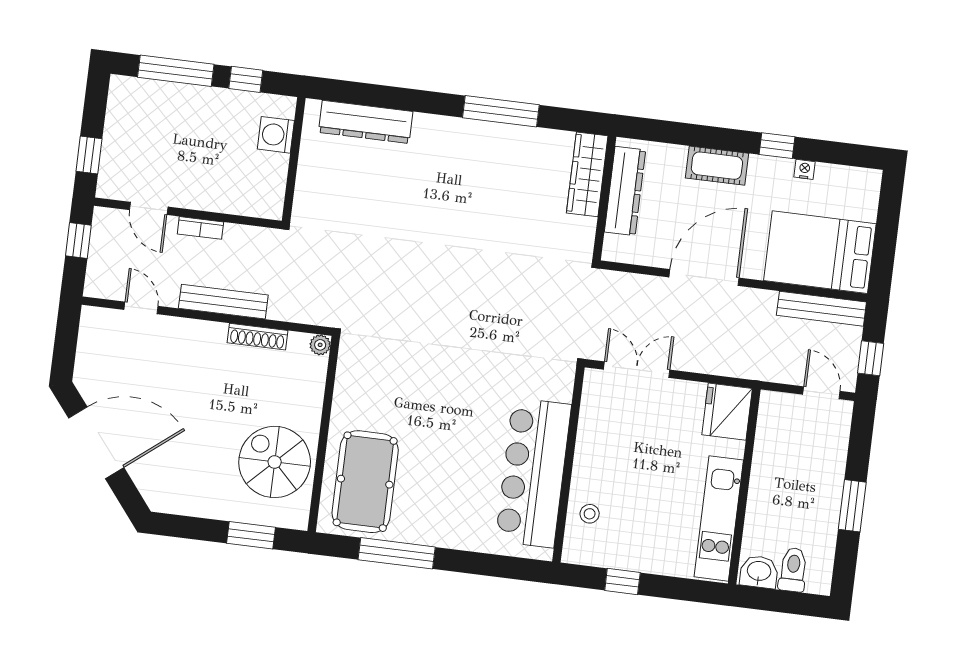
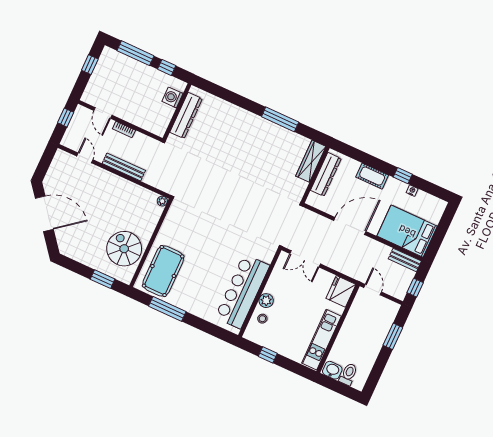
dresser: (366, 122) -> (186, 116), moved, turned -90
window: (89, 155) -> (90, 65), moved
bench: (821, 309) -> (405, 260), width x0.73
shoe rack: (257, 337) -> (134, 188), removed
double door: (637, 370) -> (305, 259), swing flipped
door: (821, 393) -> (373, 290), moved
plant: (586, 476) -> (266, 301), added
window: (852, 506) -> (393, 336), moved

